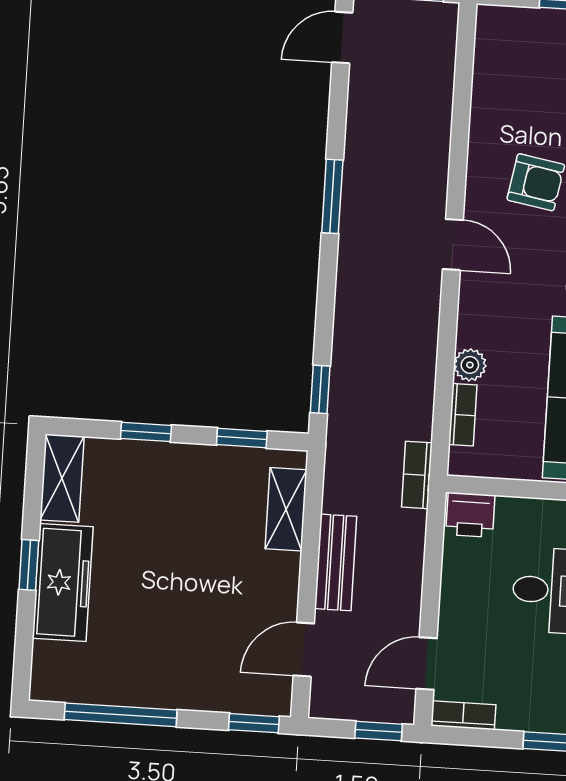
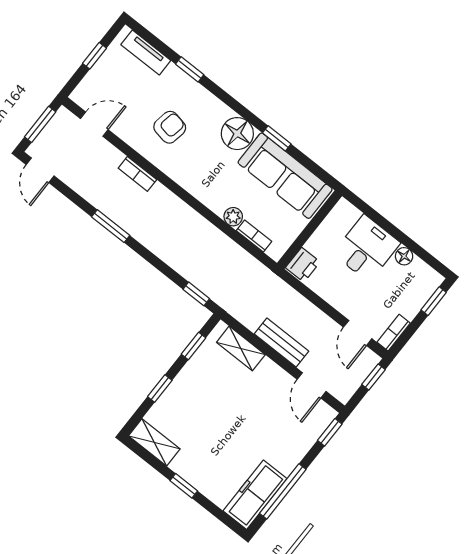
door: (453, 245) -> (94, 124), moved
bookcase: (417, 475) -> (137, 174), moved
freezer: (63, 582) -> (255, 495), moved, turned -90

